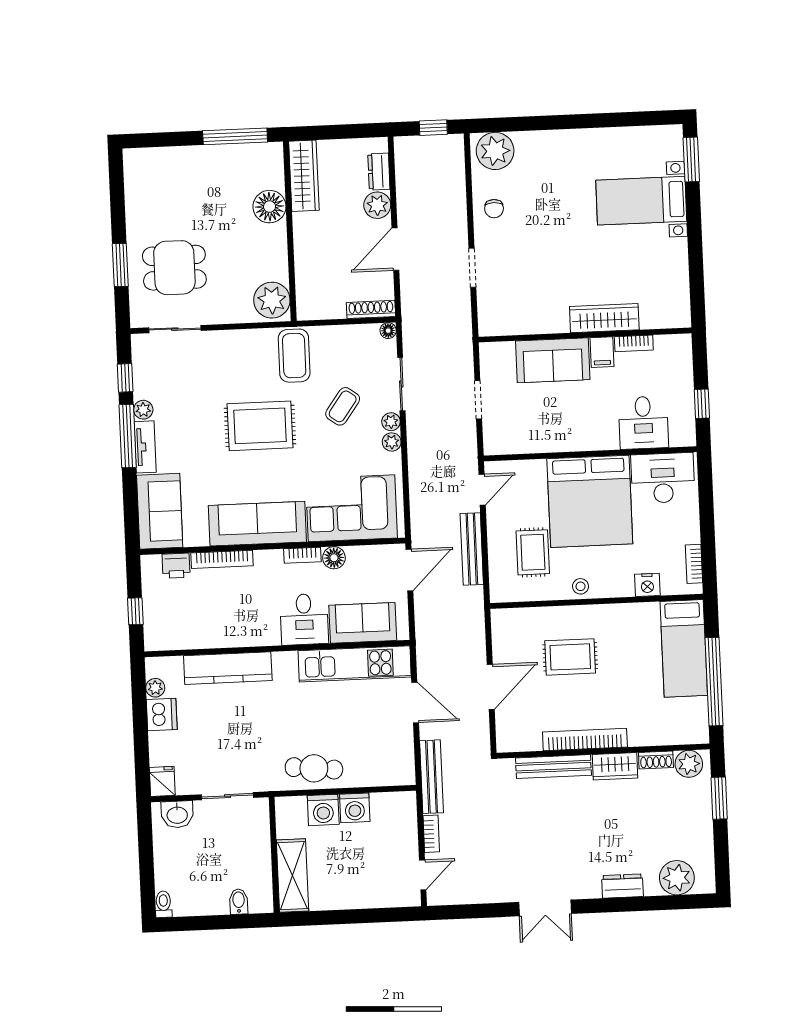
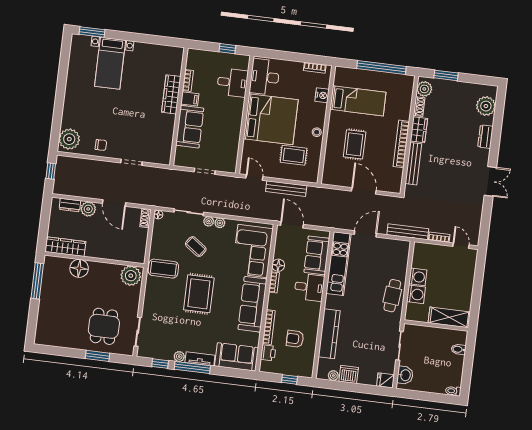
shoe rack: (371, 309) -> (146, 218), width x0.70
armchair: (209, 609) -> (295, 339), added
bed: (684, 648) -> (358, 101), moved

